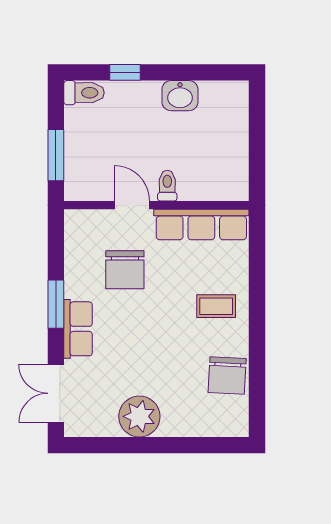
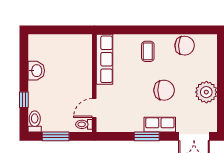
window: (56, 155) -> (56, 136), moved
toilet: (167, 186) -> (84, 124), moved
door: (132, 205) -> (94, 108), moved
chair: (125, 270) -> (164, 90), moved

